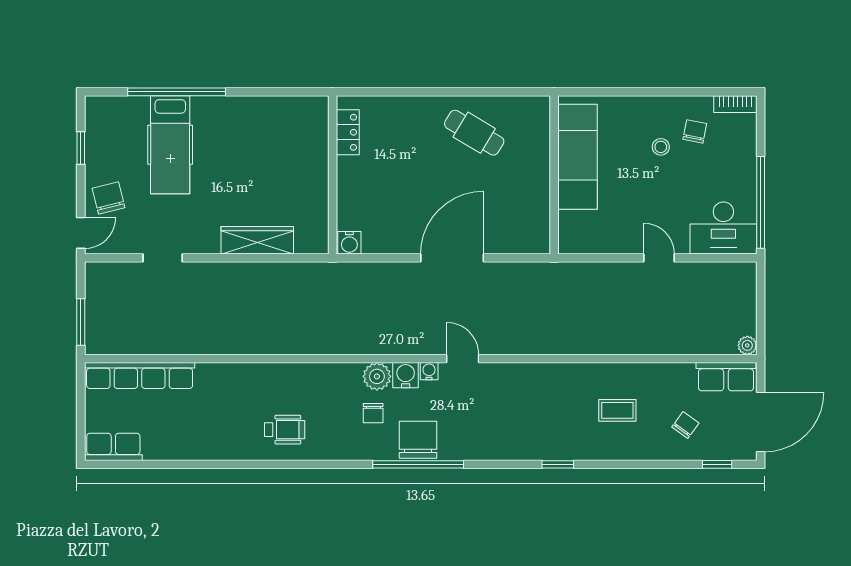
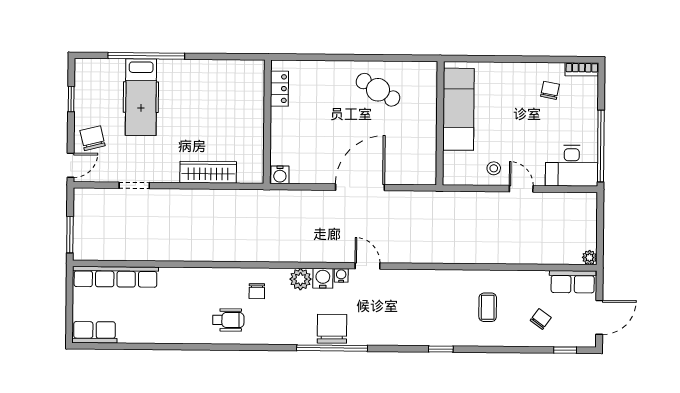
stool: (661, 147) -> (494, 168), moved
coffee table: (617, 410) -> (488, 307), turned 90
chair: (373, 413) -> (257, 291), moved
door: (761, 422) -> (599, 317), width x0.73

